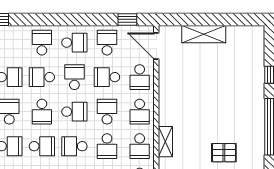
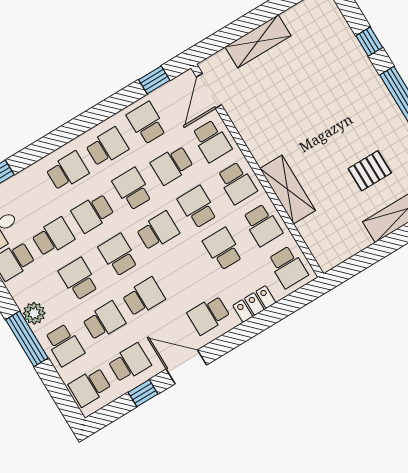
school desk: (42, 43) -> (67, 171), turned 90
door: (156, 46) -> (209, 91), hinge flipped
school desk: (42, 112) -> (118, 255), turned 180
shelving: (165, 142) -> (288, 189), width x1.50, depth x1.33
school desk: (74, 146) -> (183, 273), removed
school desk: (107, 146) -> (223, 249), turned 180

